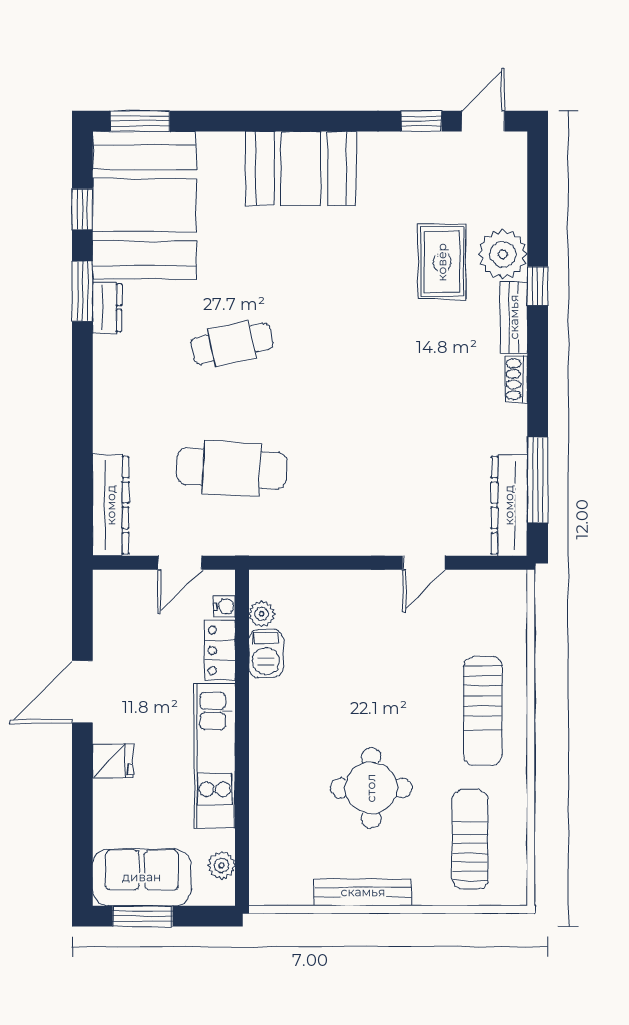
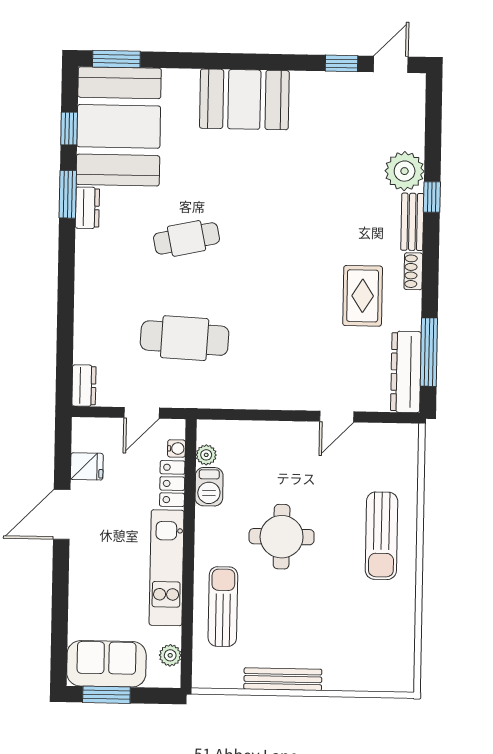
rug: (442, 262) -> (363, 296), moved
dresser: (111, 505) -> (84, 386), width x0.51, depth x0.80
fridge: (113, 761) -> (87, 466), moved
round table: (371, 788) -> (282, 537), moved
sun lounger: (470, 839) -> (223, 607), moved

